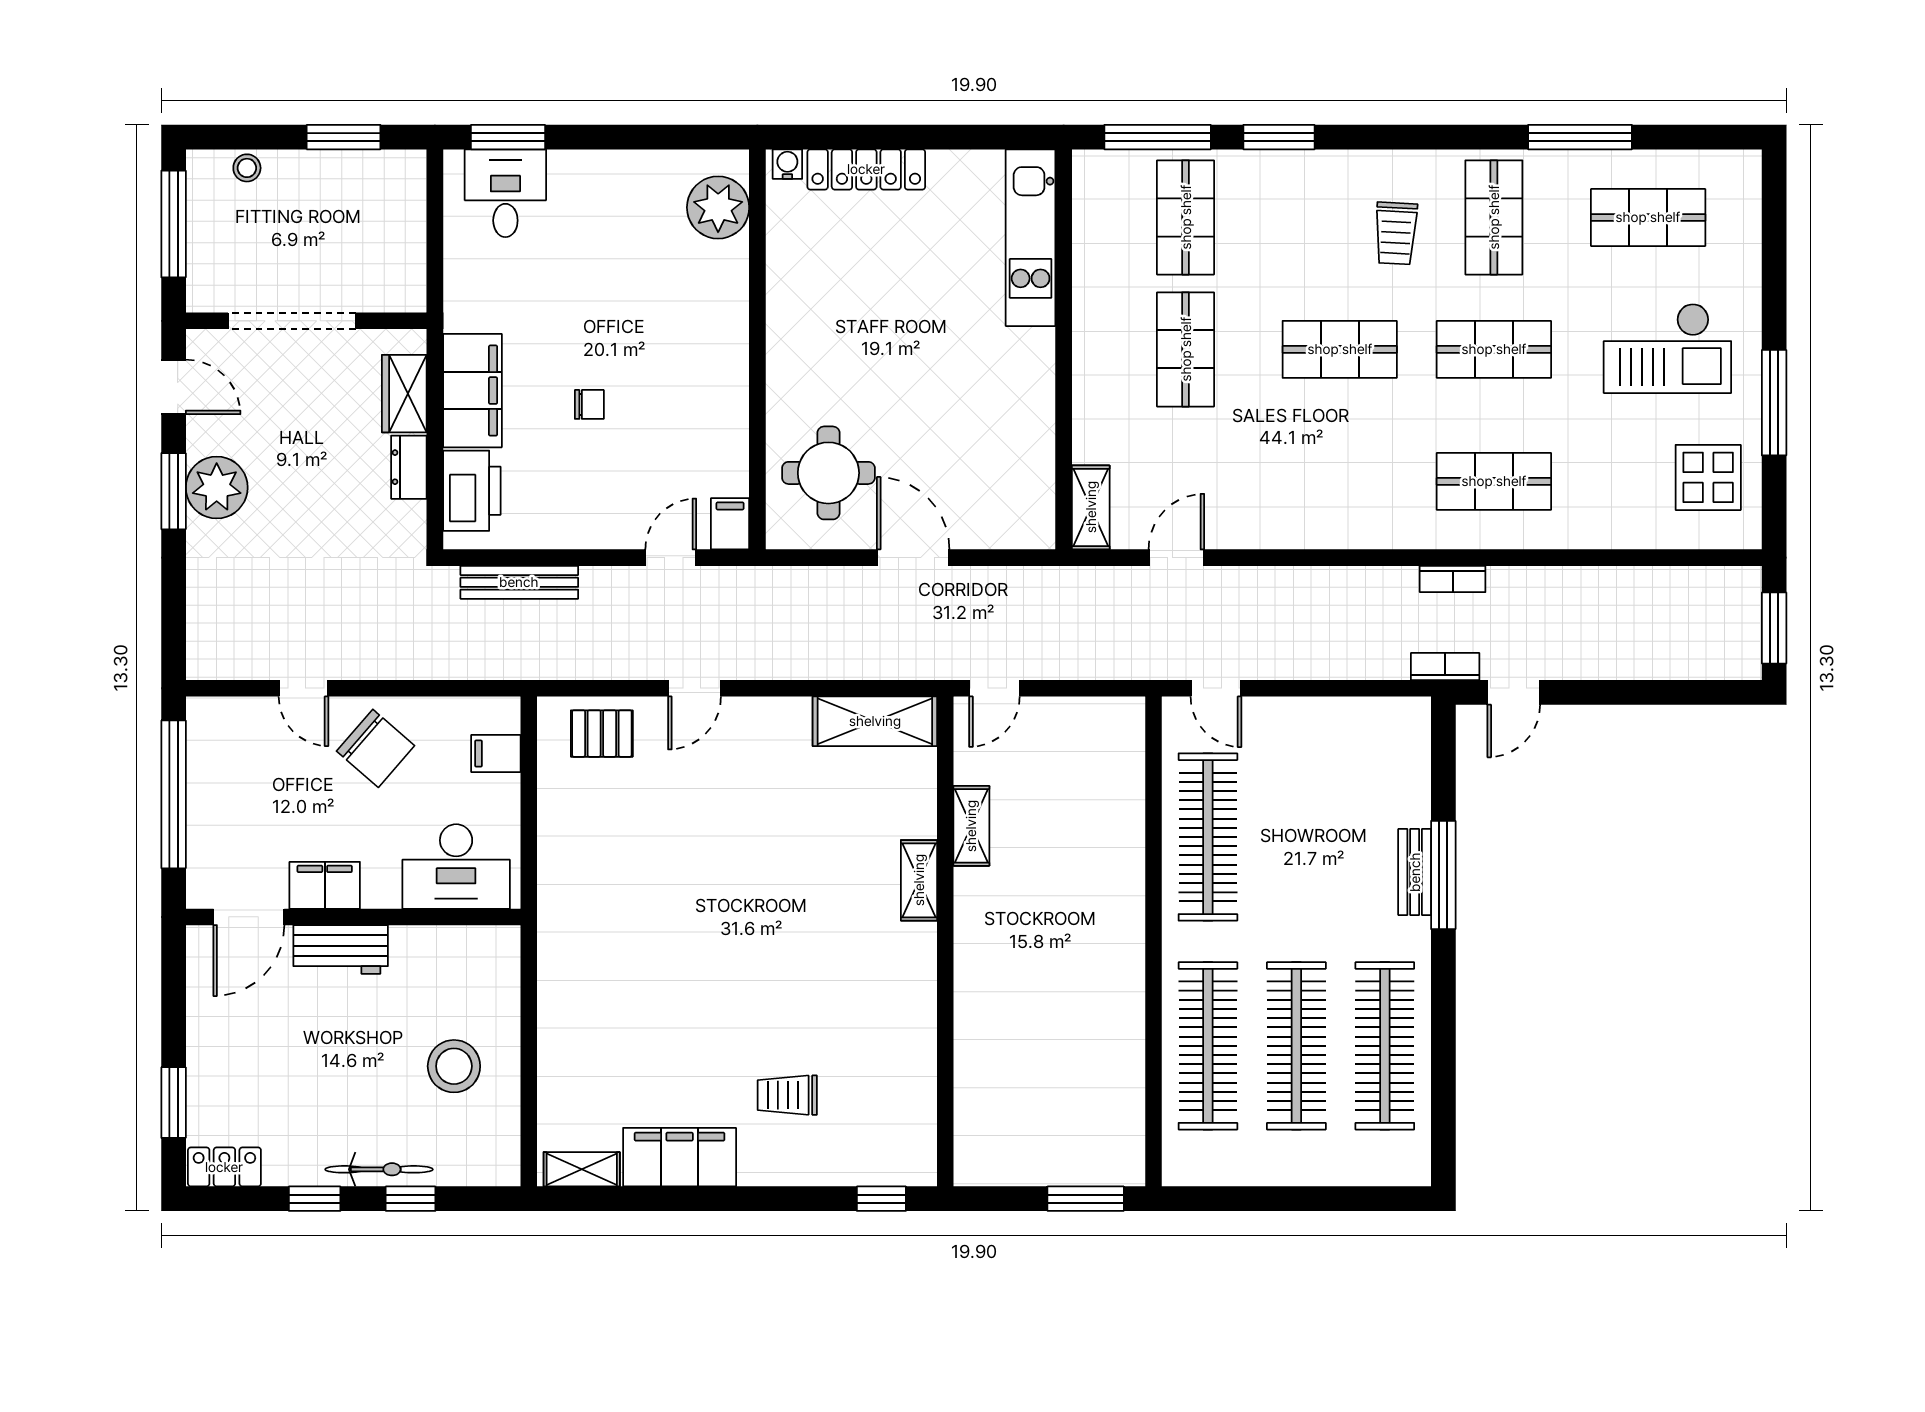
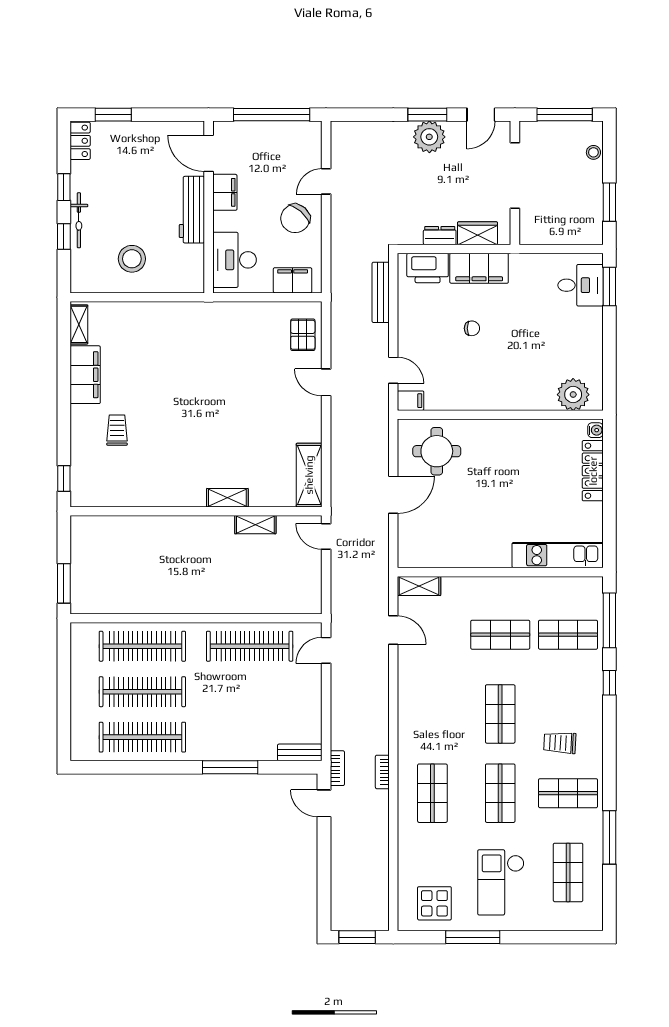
window: (1279, 137) -> (609, 683), width x0.67
chair: (589, 404) -> (472, 328), turned -90
filing cabinet: (496, 754) -> (293, 280), width x2.00
bench: (1415, 872) -> (300, 752), moved
workbench: (341, 950) -> (192, 210), width x1.37

